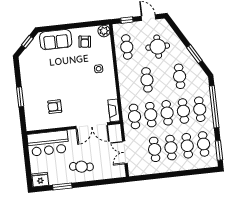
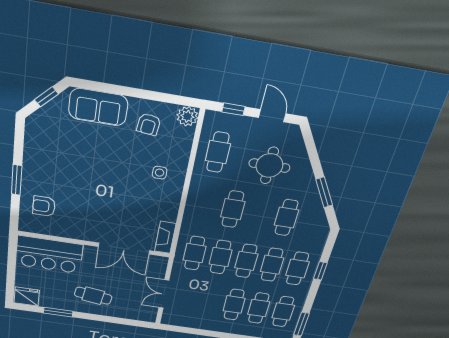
armchair: (55, 107) -> (44, 206), moved
window: (214, 107) -> (320, 271), width x0.32
cafe table: (155, 149) -> (209, 301), removed

